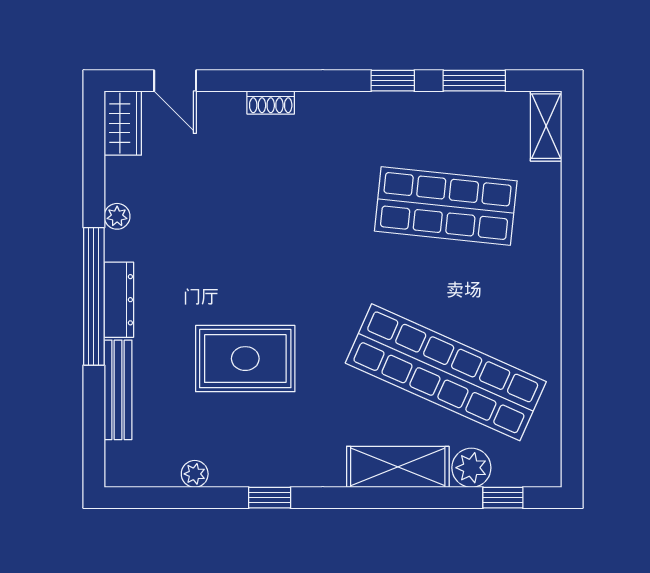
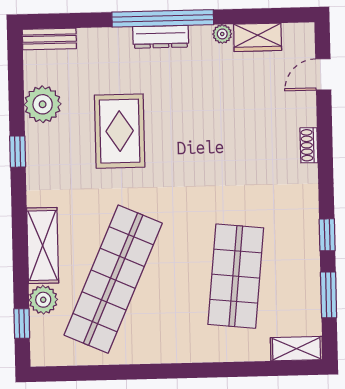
wardrobe: (123, 123) -> (258, 37), moved
bench: (118, 390) -> (49, 39), moved, width x0.73
plant: (195, 474) -> (43, 104), width x1.88, depth x1.88

